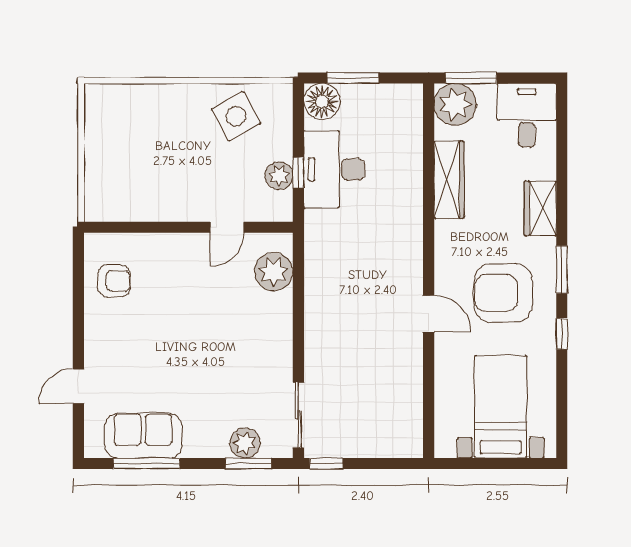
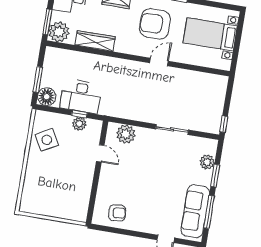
armchair: (114, 281) -> (117, 213), turned 83
armchair: (503, 293) -> (155, 24), turned 90
sliding door: (298, 415) -> (172, 130), moved
sofa: (143, 436) -> (195, 211), width x1.36
window: (248, 464) -> (215, 176), moved

